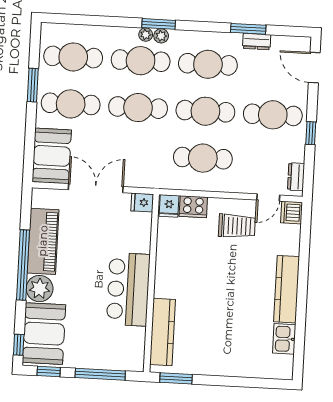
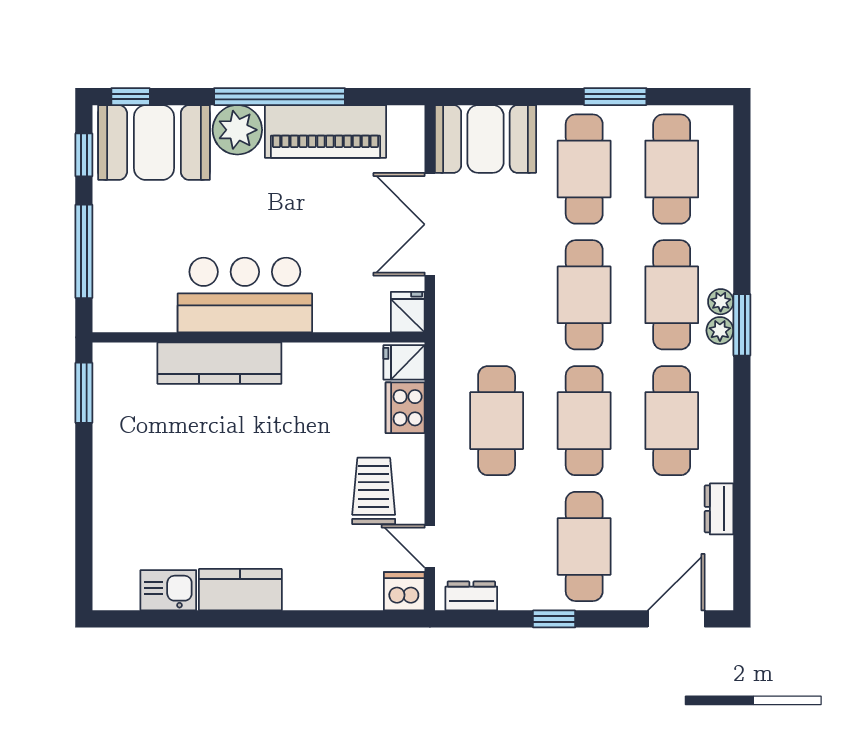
window: (248, 29) -> (742, 492), removed
double door: (96, 188) -> (430, 224), swing flipped
trolley: (237, 226) -> (374, 491), turned 180
kitchen counter: (287, 289) -> (240, 590), width x0.67
kitchen counter: (163, 332) -> (219, 363), moved

